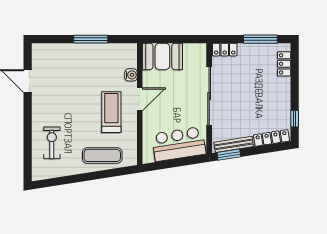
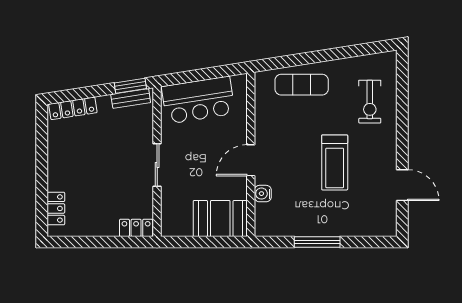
window: (260, 39) -> (88, 242), removed
sliding door: (209, 96) -> (157, 165), width x0.54
treadmill: (111, 112) -> (335, 162), moved
window: (295, 119) -> (42, 134), removed
bench: (234, 144) -> (131, 99), width x0.73

